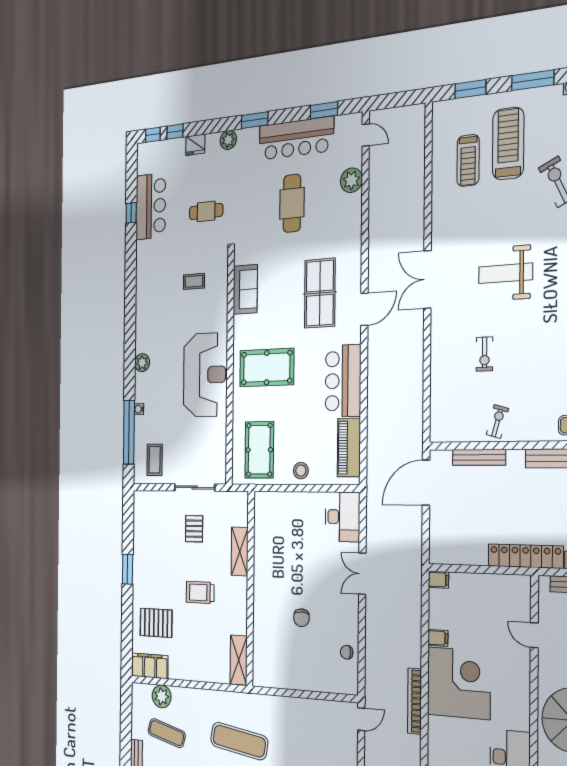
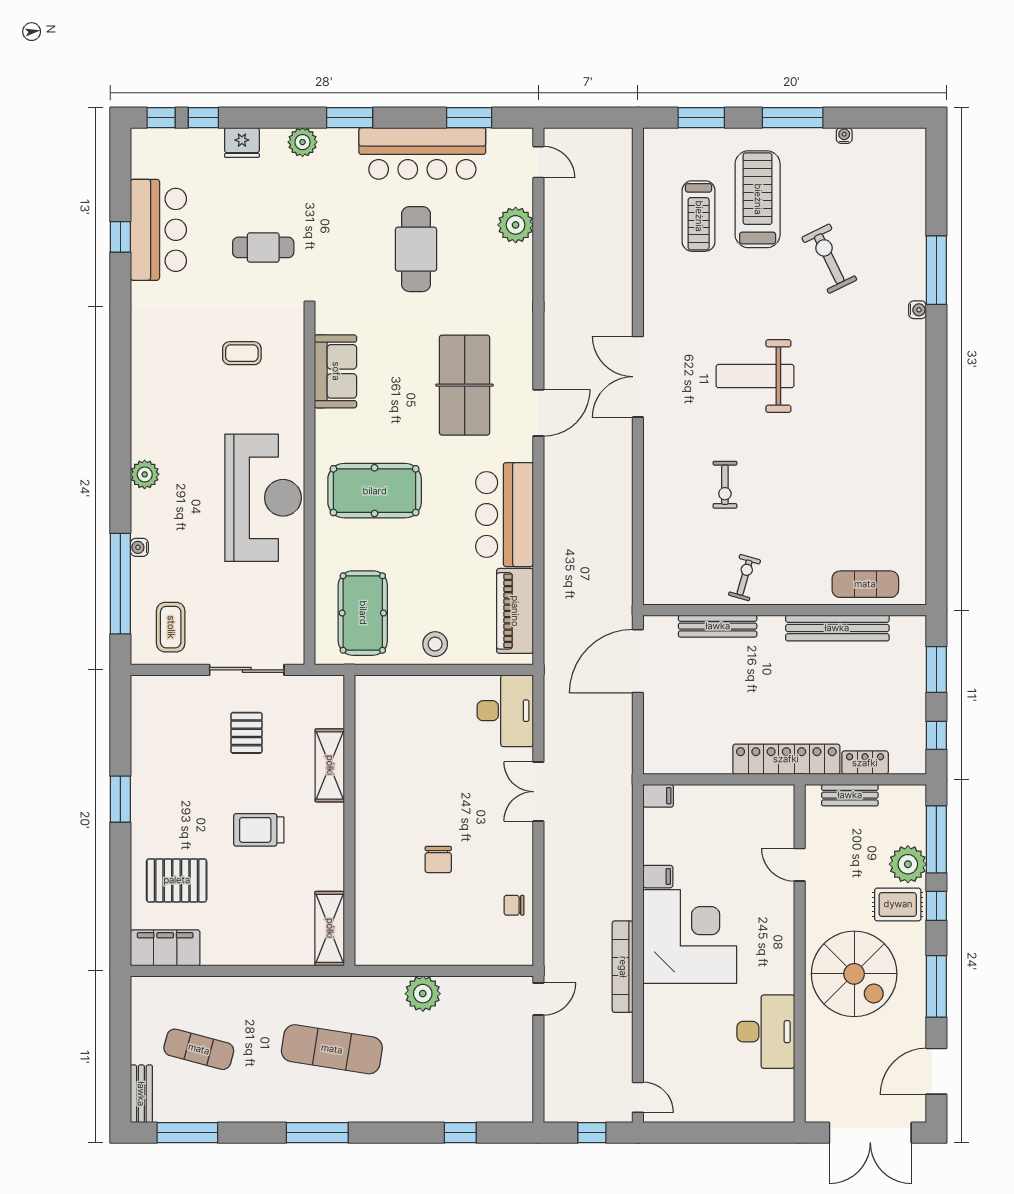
plant: (162, 696) -> (423, 994), moved

